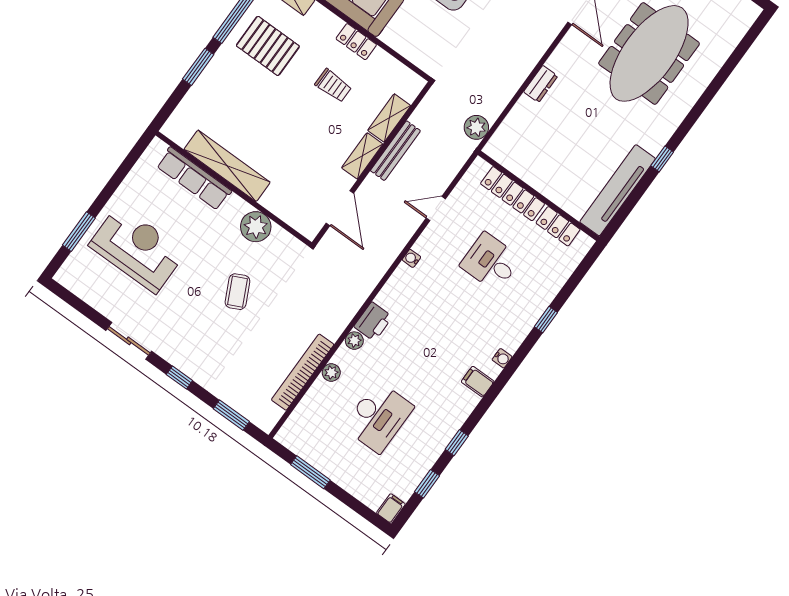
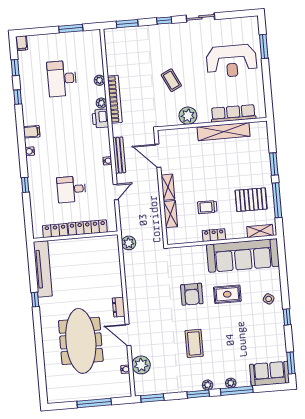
dresser: (541, 84) -> (119, 307), moved
bench: (395, 151) -> (119, 155), moved
desk: (491, 262) -> (71, 189), turned 180
bookcase: (303, 372) -> (115, 99), moved

